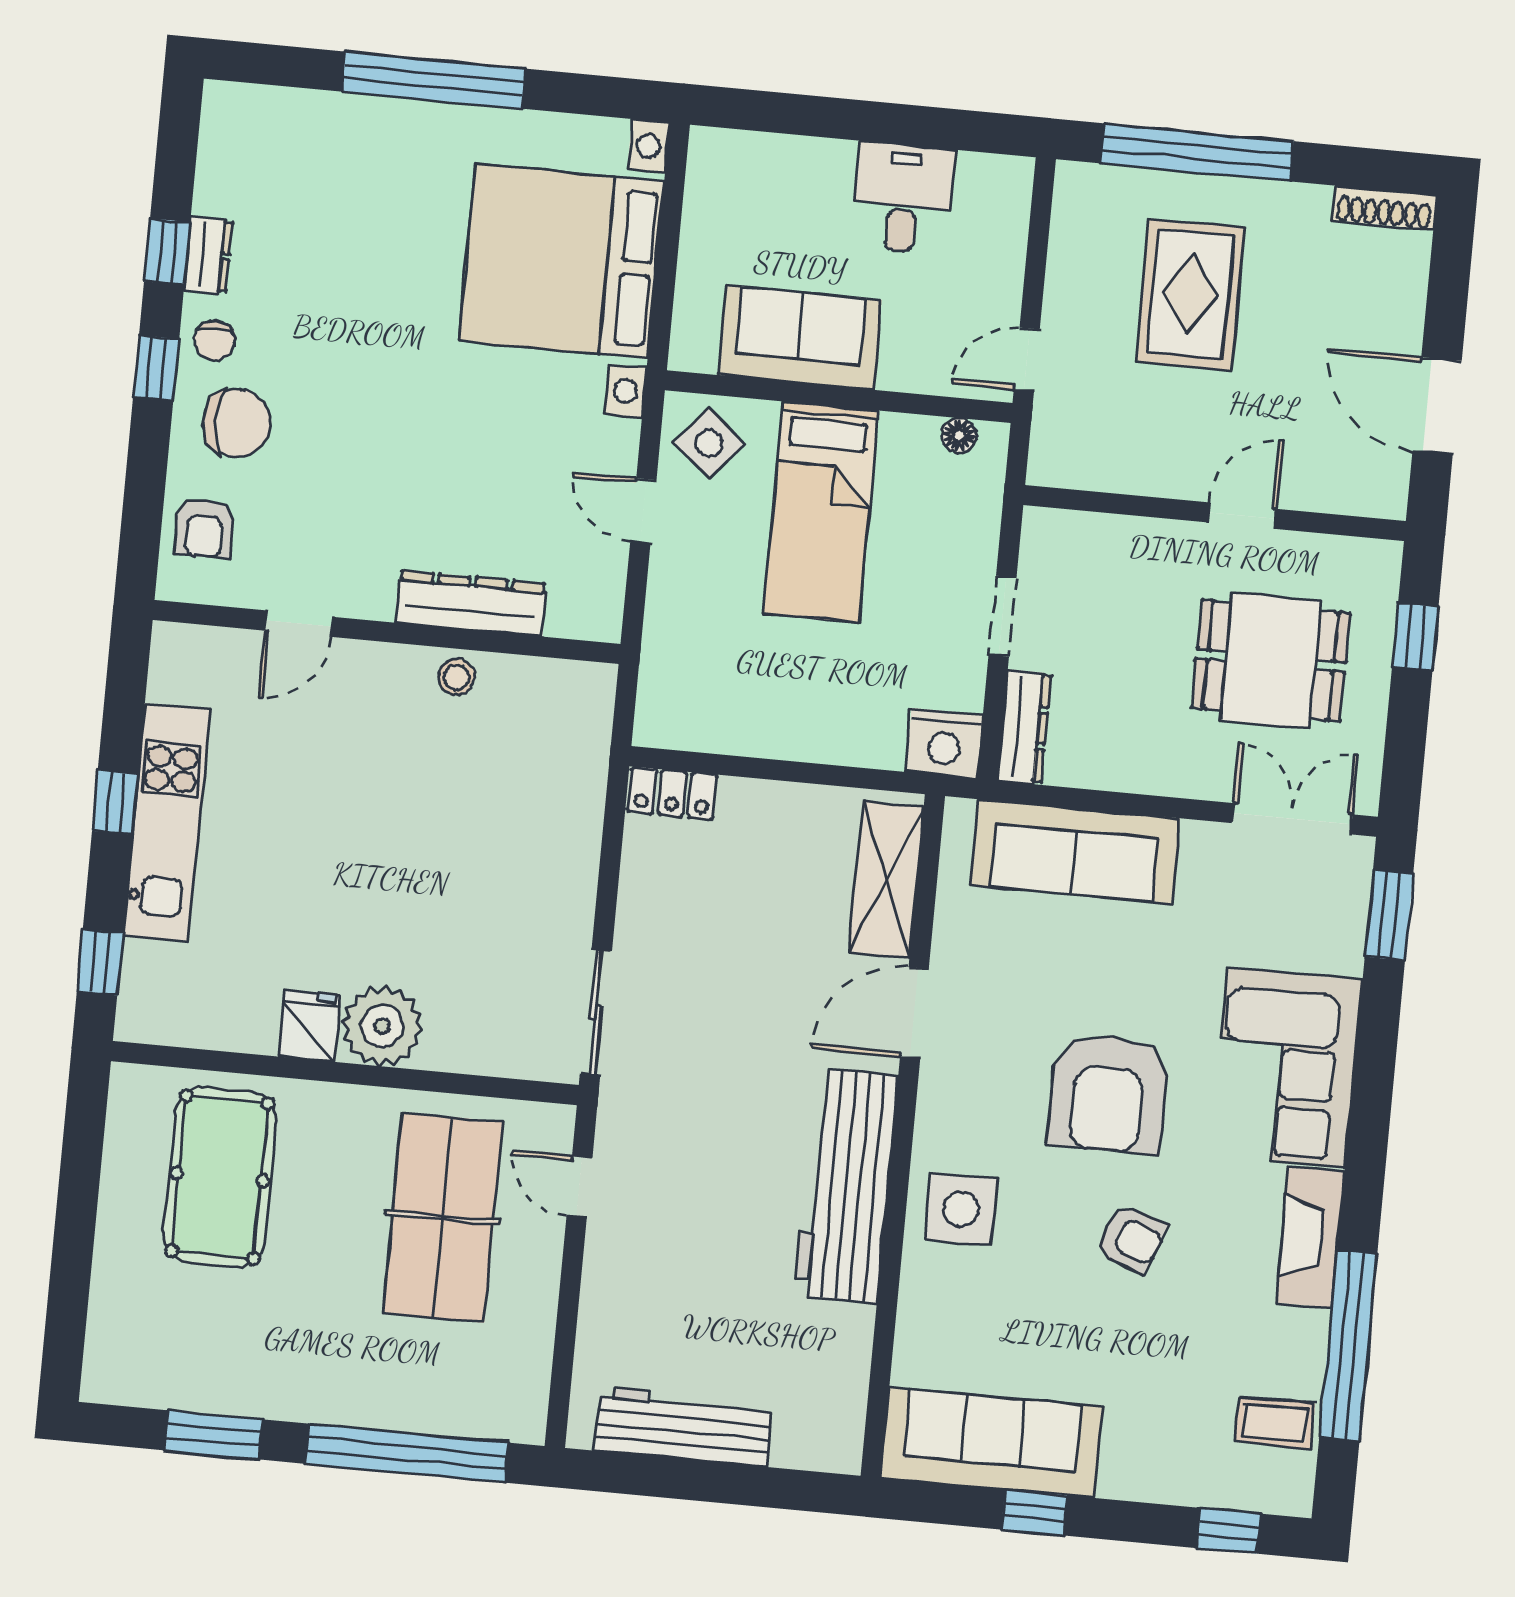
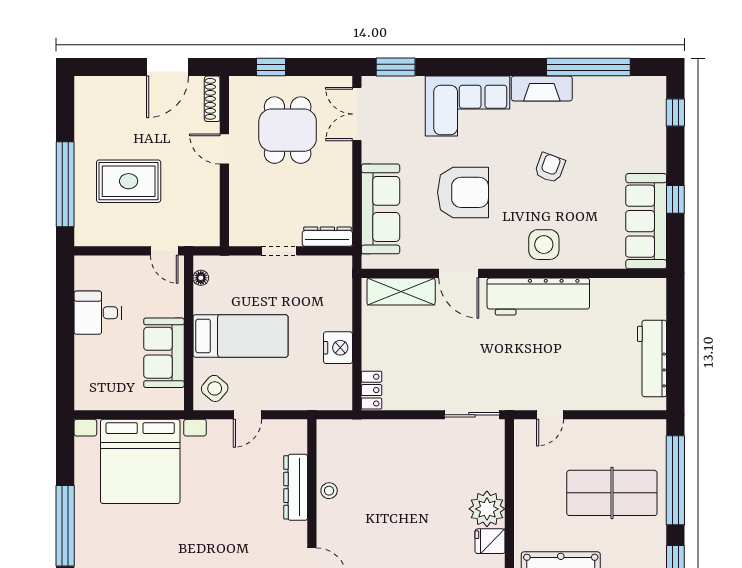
shoe rack: (1384, 208) -> (212, 99), moved, turned 180
nightstand: (944, 743) -> (338, 348), moved
armchair: (1108, 1093) -> (463, 192), moved
table tennis table: (443, 1218) -> (612, 493), moved
coffee table: (1275, 1423) -> (625, 96), removed

